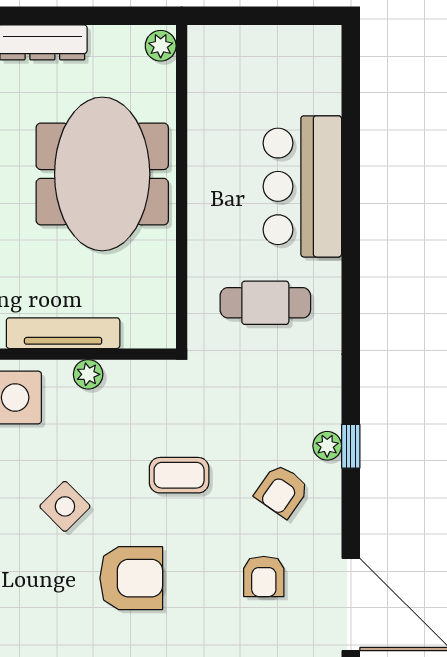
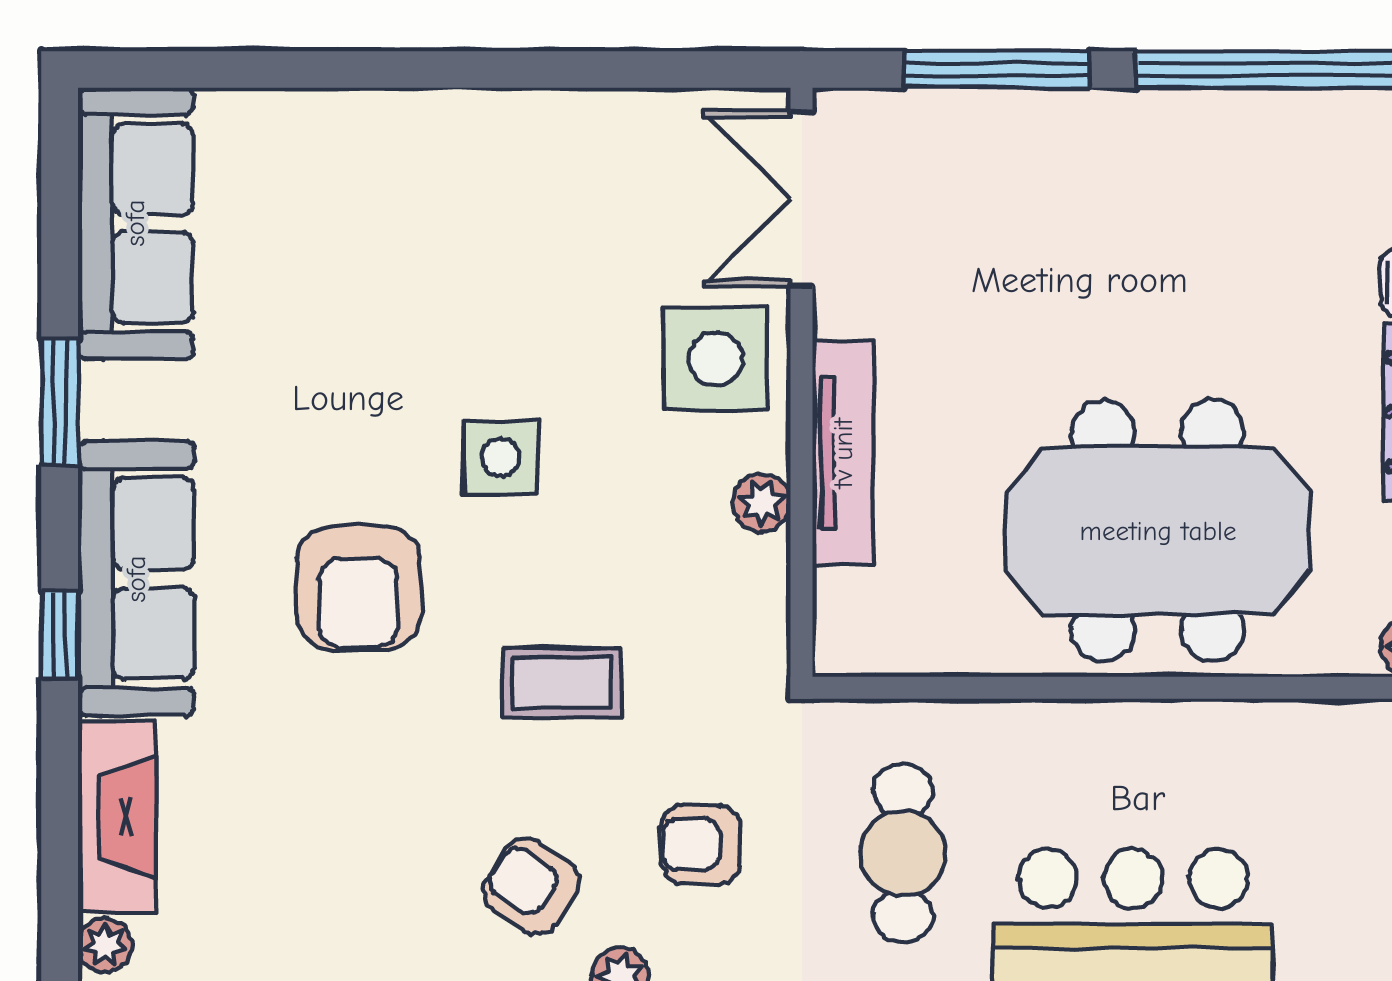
coffee table: (179, 475) -> (562, 683), turned 90
side table: (65, 506) -> (500, 457), turned 45
armchair: (264, 576) -> (701, 844), moved

